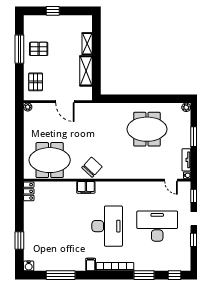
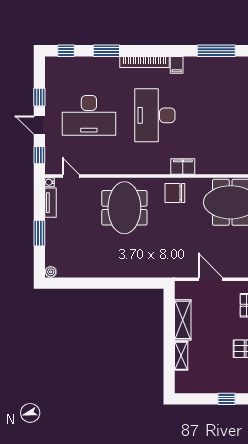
meeting table: (147, 129) -> (124, 208), moved, turned 90
chair: (92, 167) -> (175, 193), turned 47

